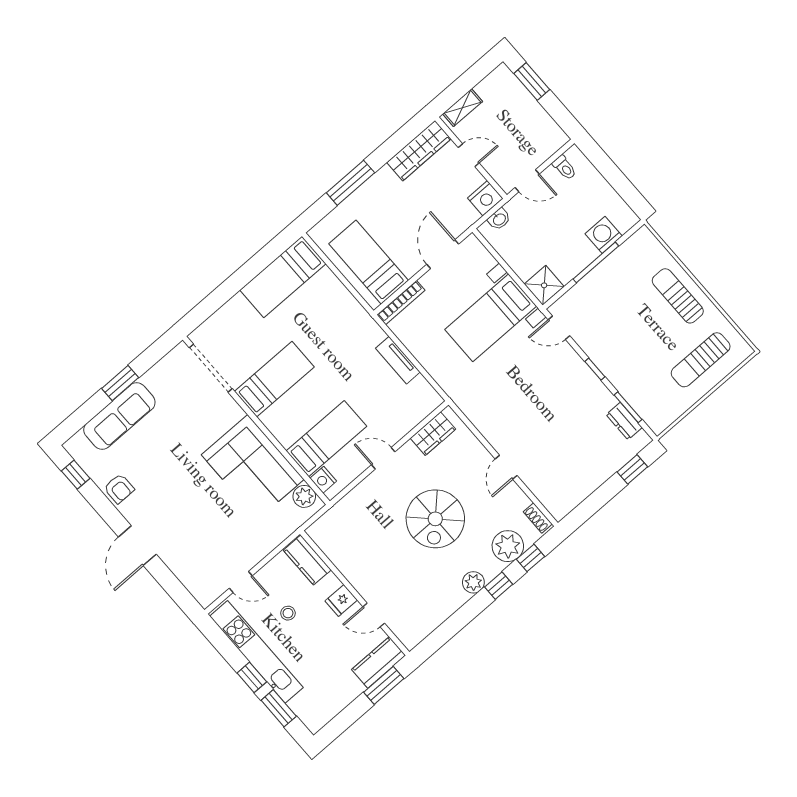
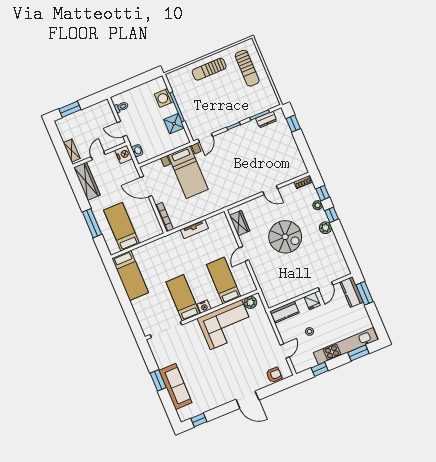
door: (527, 181) -> (122, 129), swing flipped
bed: (369, 262) -> (122, 227), moved, turned 90
shower: (544, 285) -> (174, 124), moved
nightstand: (323, 480) -> (204, 307), moved
armchair: (119, 489) -> (274, 375), moved
plant: (508, 546) -> (318, 205), width x0.53, depth x0.53
kitchen unit: (256, 652) -> (346, 346), moved
window: (252, 677) -> (320, 369), moved

